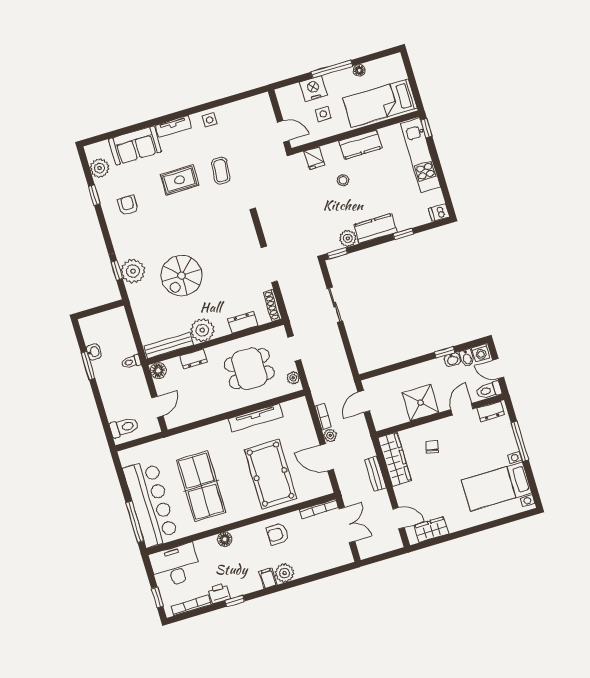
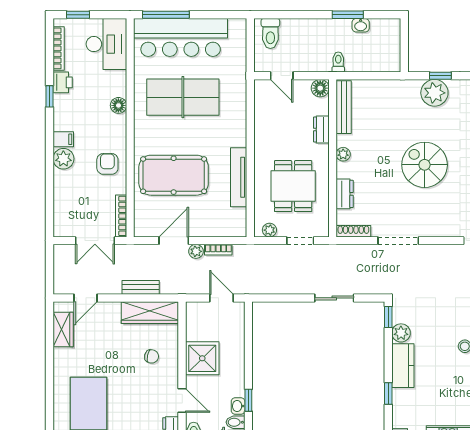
spiral stairs: (182, 276) -> (425, 165), moved
plant: (202, 330) -> (343, 154), width x0.53, depth x0.53

